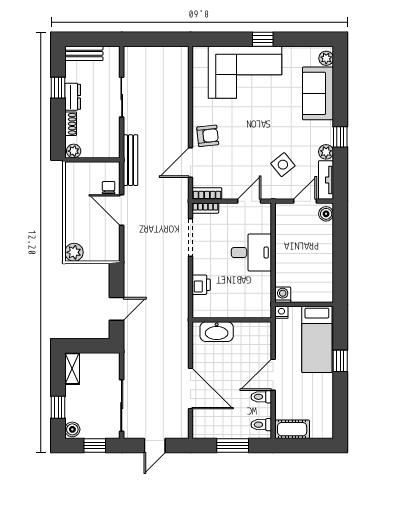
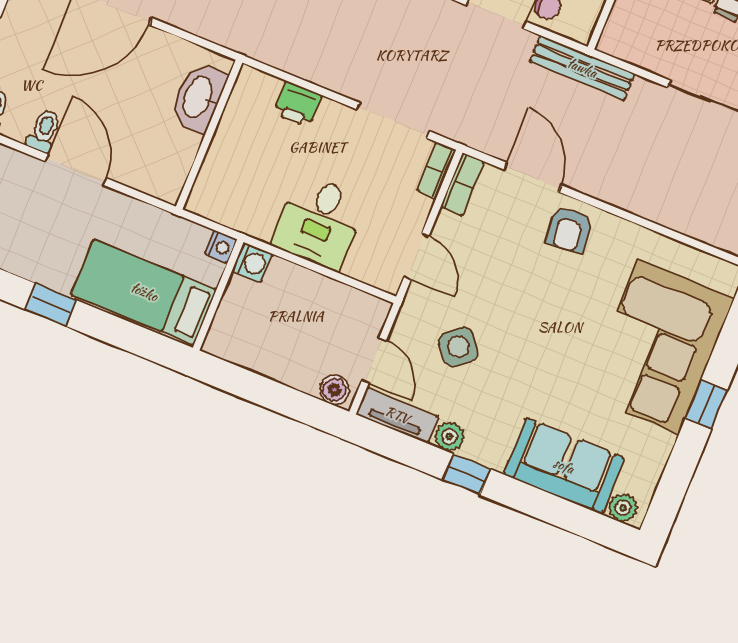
washing machine: (283, 295) -> (252, 262), moved
wall: (304, 304) -> (218, 295), moved
nightstand: (281, 312) -> (221, 247), moved
bed: (317, 339) -> (144, 292), moved

